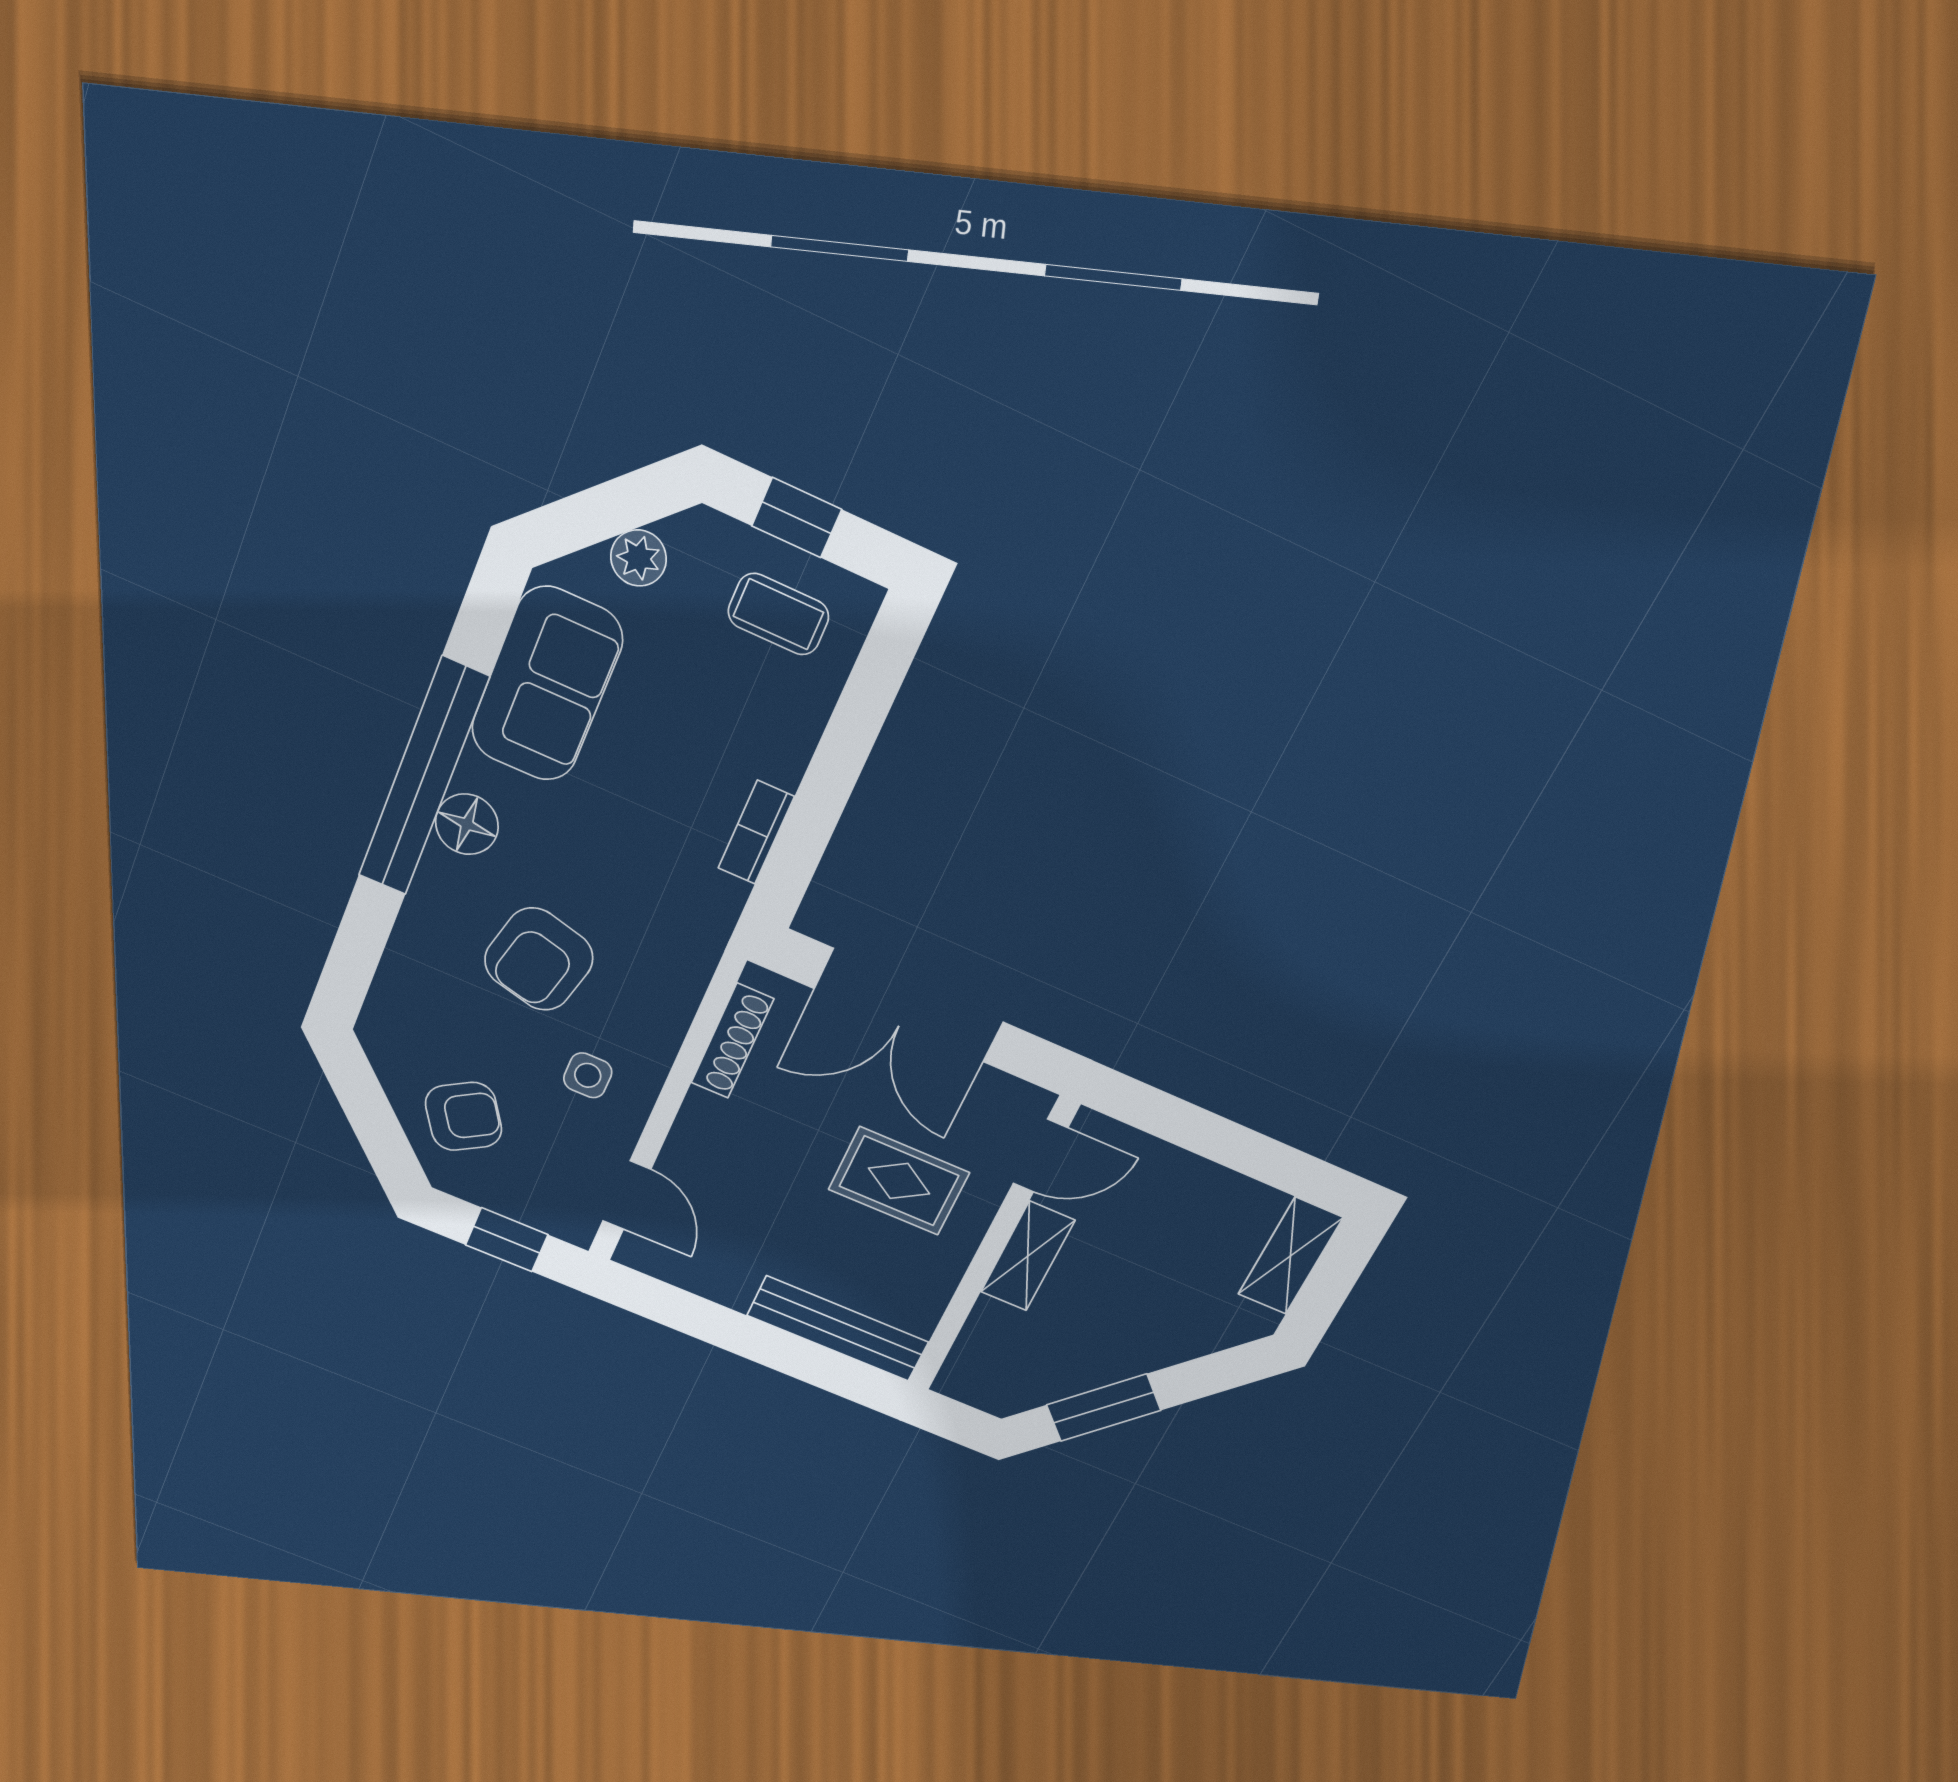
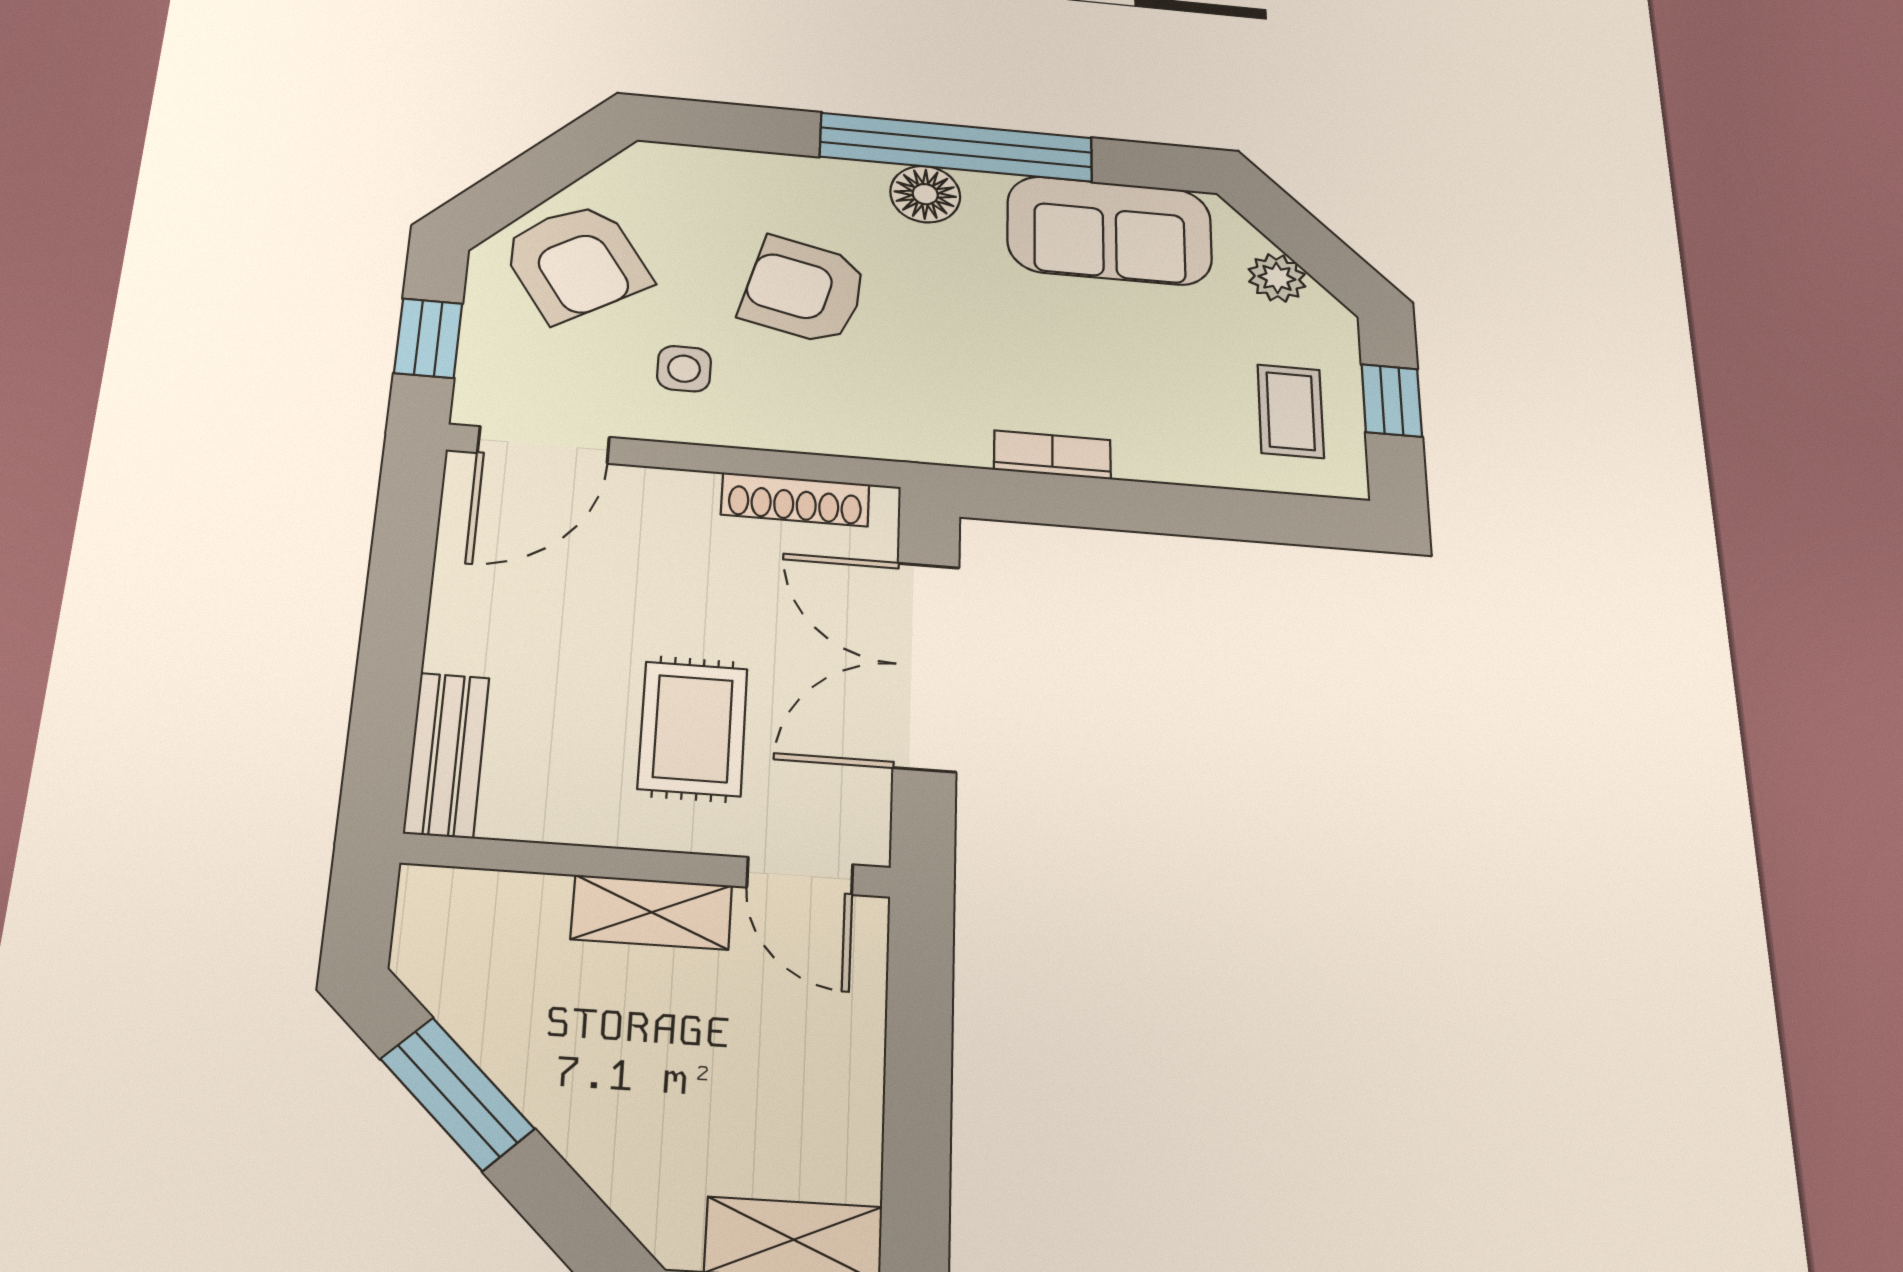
armchair: (464, 1116) -> (576, 262), width x1.38, depth x1.38
door: (627, 1195) -> (544, 445), width x1.38
bench: (838, 1329) -> (447, 755), width x0.73

